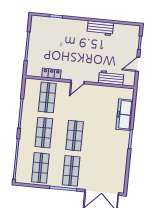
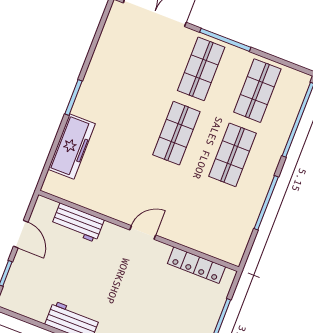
door: (138, 64) -> (21, 234), hinge flipped
locker: (51, 74) -> (196, 265), width x1.53
shop shelf: (47, 97) -> (208, 219), removed

